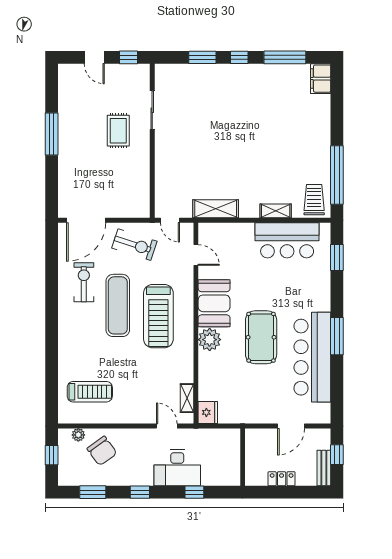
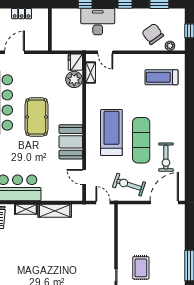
shelving: (216, 209) -> (55, 211), moved
plant: (210, 340) -> (74, 79), moved

